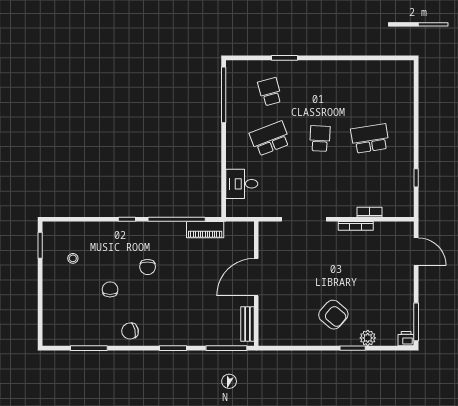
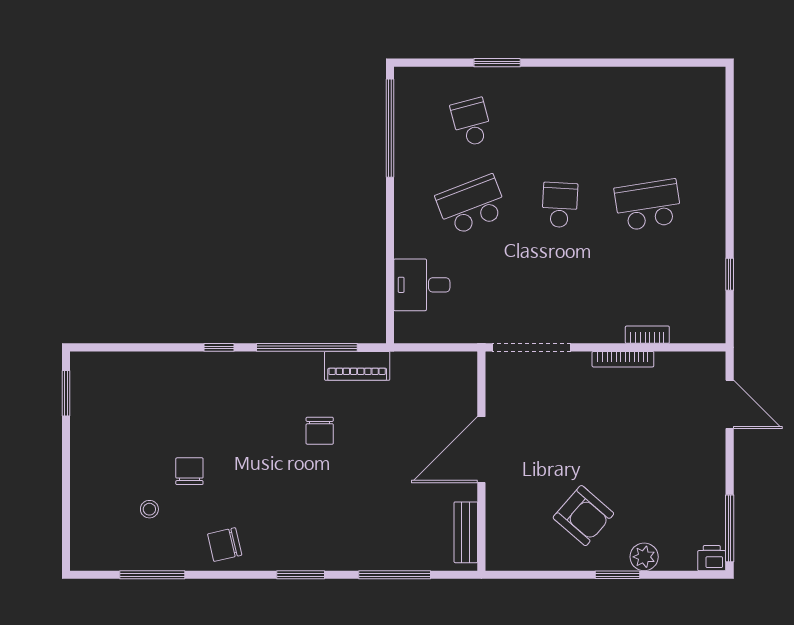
stool: (73, 258) -> (149, 509), moved
chair: (148, 267) -> (320, 431), moved
door: (256, 277) -> (481, 450), moved
wall: (256, 284) -> (481, 461), moved
bench: (247, 324) -> (466, 532), moved

